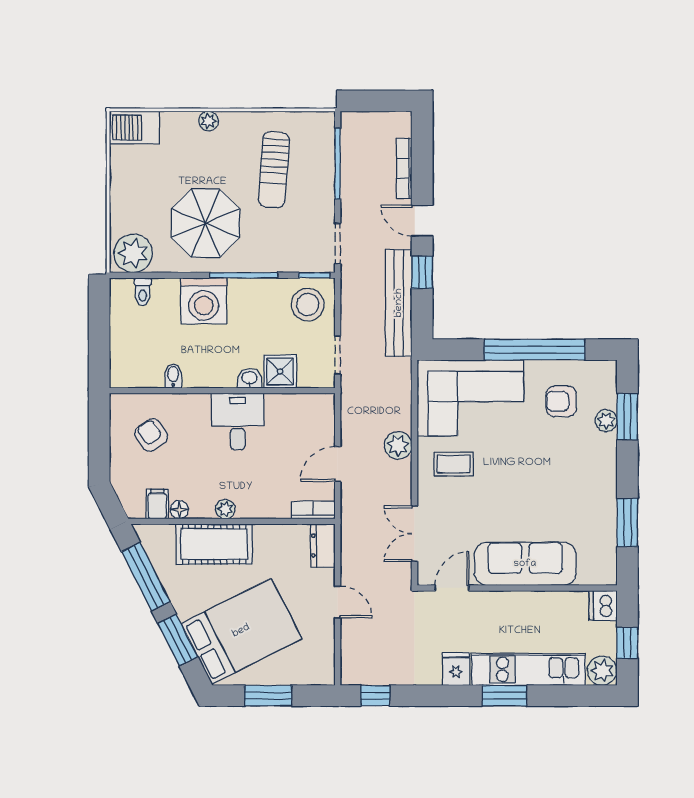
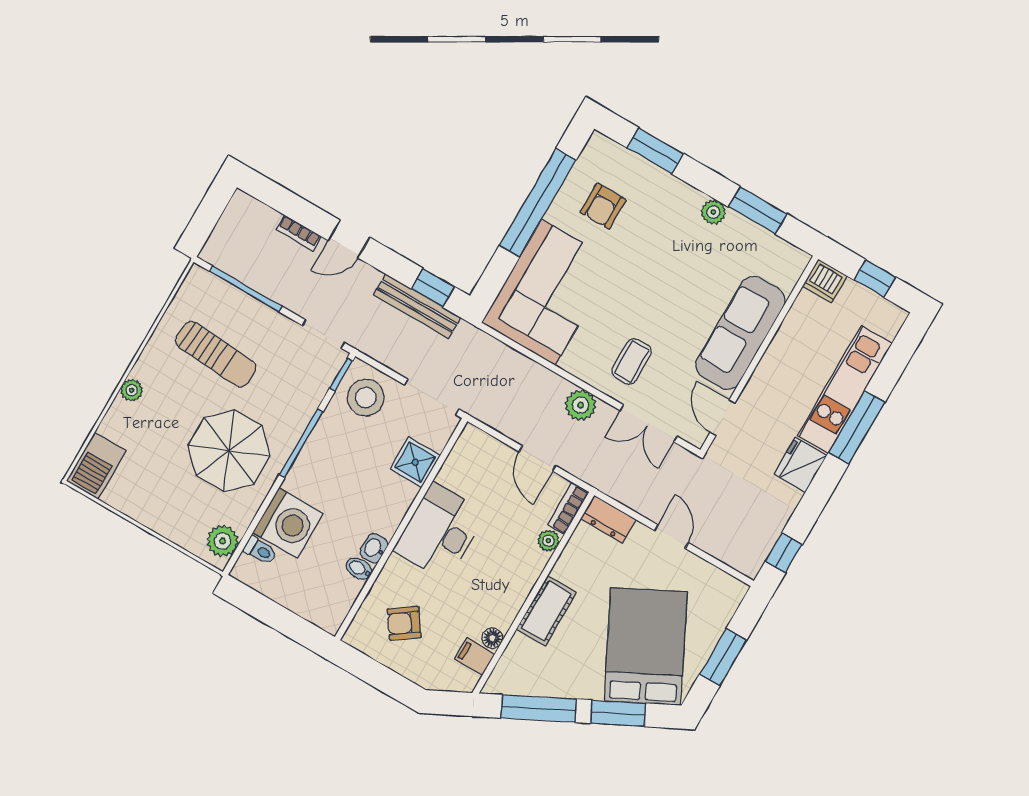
bookcase: (404, 168) -> (299, 233), width x0.64
plant: (133, 253) -> (223, 541), width x0.73, depth x0.73
window: (422, 272) -> (433, 288), moved
washing machine: (204, 301) -> (288, 523), moved
bench: (399, 303) -> (417, 306), width x0.73, depth x0.82
doorway: (338, 355) -> (432, 397), width x1.38
washbasin: (249, 378) -> (374, 548), moved
desk: (238, 421) -> (440, 532), width x1.37
plant: (606, 421) -> (713, 212), moved
plant: (398, 446) -> (581, 405), moved
coffee table: (454, 464) -> (632, 361), moved
plant: (225, 509) -> (548, 541), moved
cot: (214, 544) -> (546, 611), width x0.73, depth x0.75
door: (338, 602) -> (671, 537), hinge flipped
fridge: (456, 669) -> (800, 465), width x1.38
plant: (602, 671) -> (888, 319), removed
window: (505, 696) -> (857, 428), width x1.44

